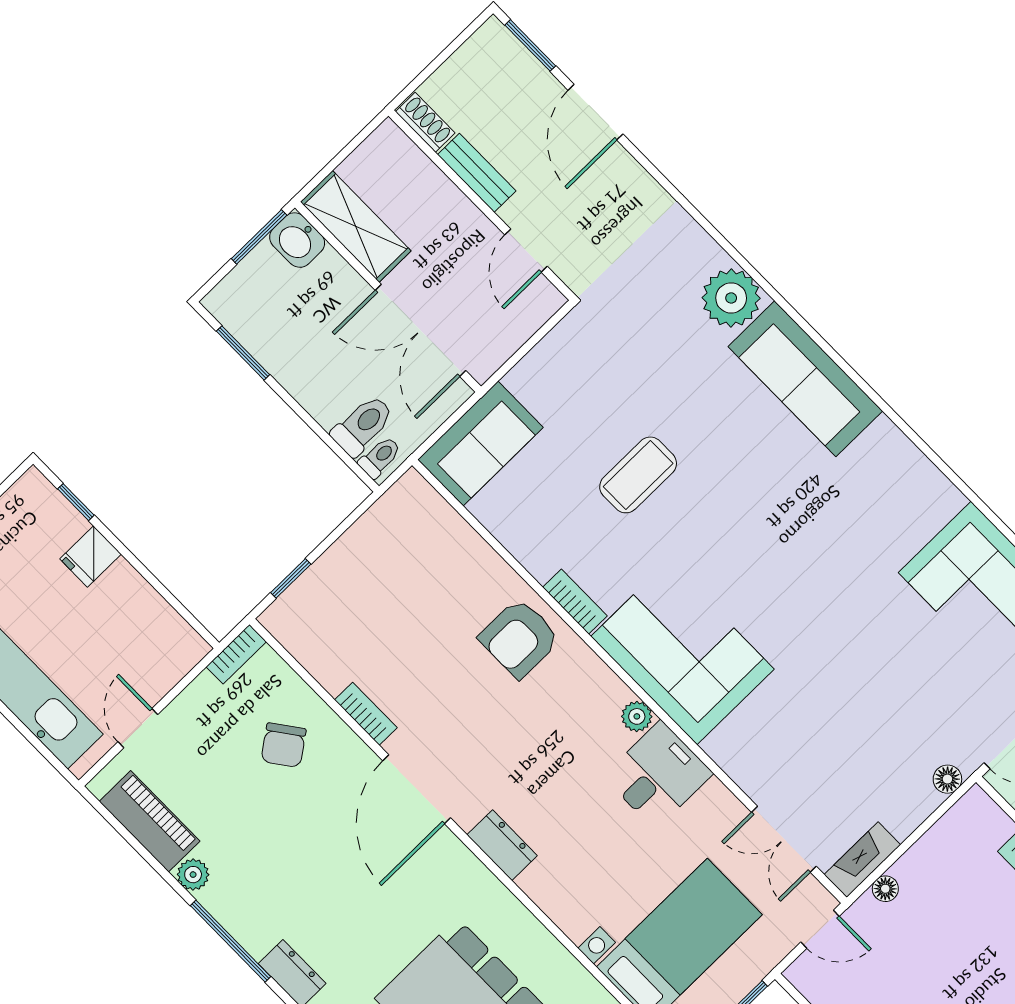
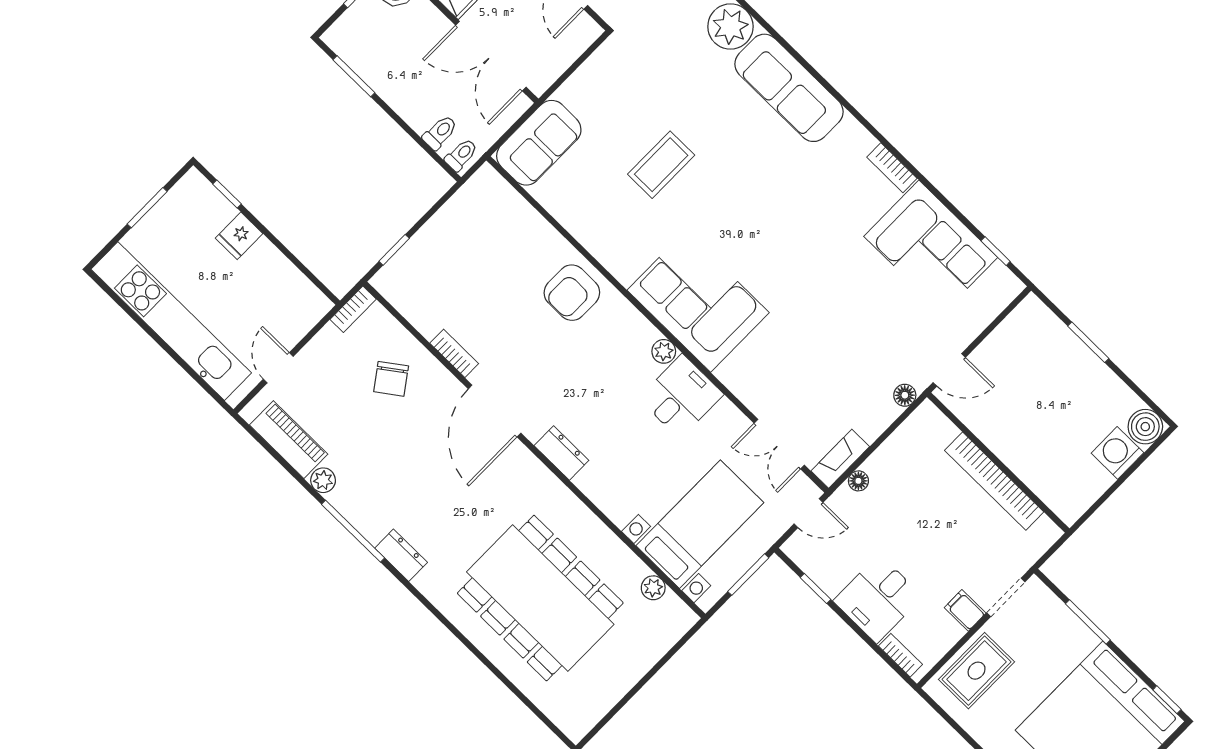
toilet: (363, 425) -> (440, 132), width x0.73, depth x0.72
bookcase: (575, 602) -> (892, 168), moved, turned 180

